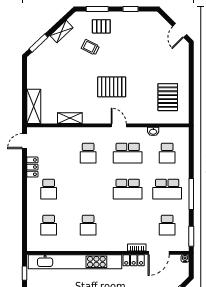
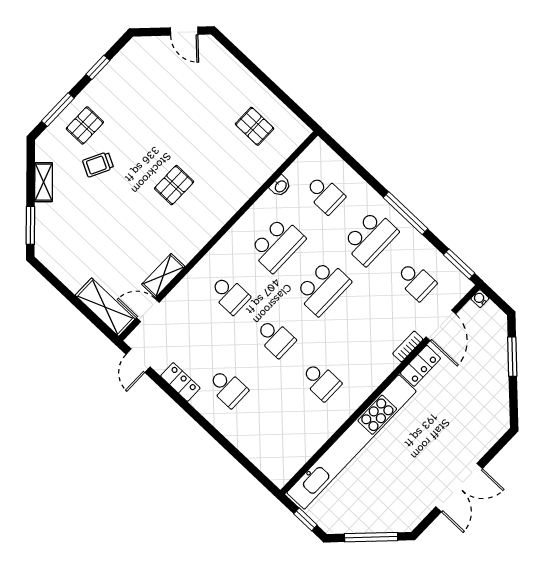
pallet: (112, 87) -> (174, 185), width x0.67, depth x0.71
pallet: (168, 97) -> (255, 126), width x0.67, depth x0.71
door: (119, 125) -> (148, 310), moved
school desk: (49, 225) -> (275, 338), moved

